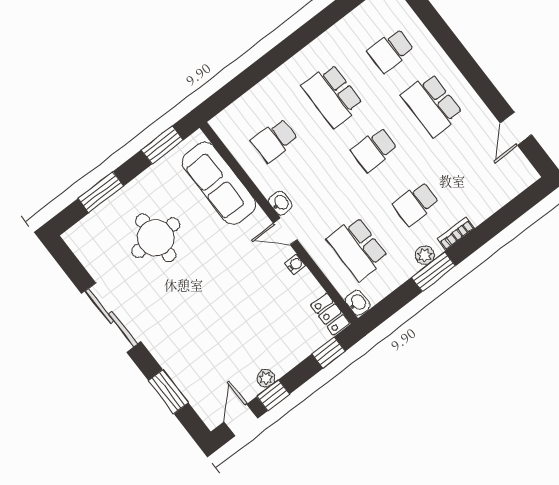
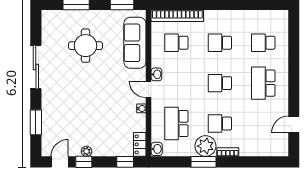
school desk: (333, 96) -> (220, 43), width x0.54
bookcase: (248, 103) -> (177, 16), added
plant: (425, 255) -> (205, 146), width x1.87, depth x1.87

